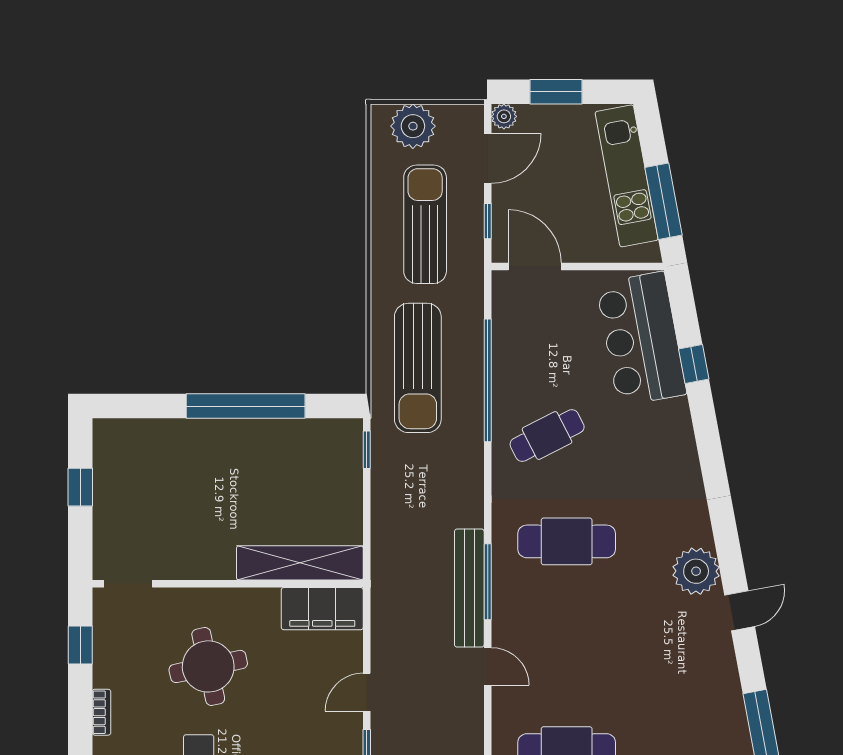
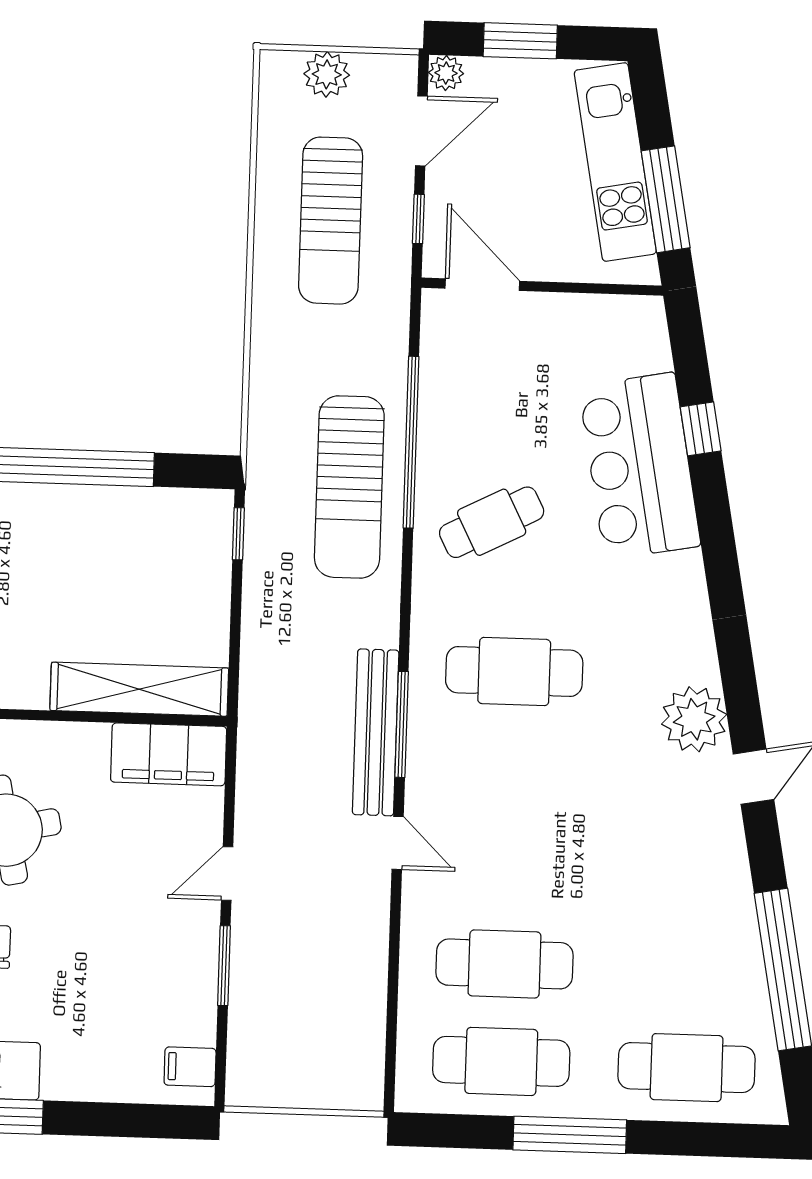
plant: (413, 126) -> (327, 74), width x0.73, depth x0.73
sun lounger: (425, 224) -> (331, 221), turned 180
bar counter: (641, 339) -> (640, 466), moved
sun lounger: (418, 368) -> (349, 487), moved

